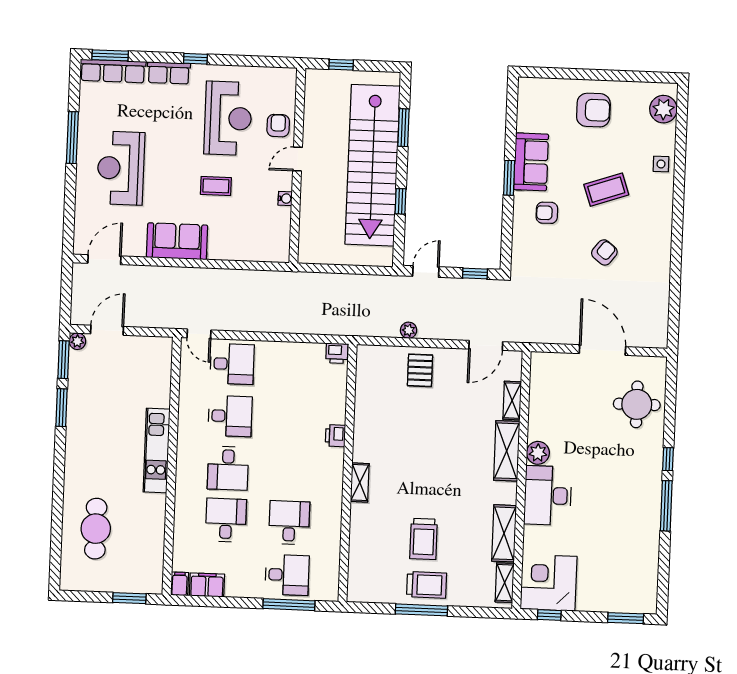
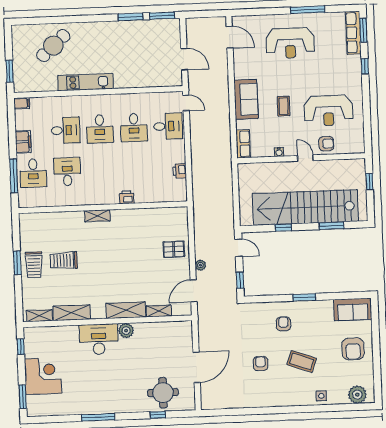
window: (195, 59) -> (365, 66), moved
row of seats: (169, 73) -> (243, 144), moved, turned 180
sofa: (531, 162) -> (353, 309), moved
reception desk: (121, 168) -> (290, 43), turned 180
coffee table: (606, 190) -> (302, 361), turned -51
sofa: (177, 241) -> (246, 99), moved
armchair: (604, 252) -> (260, 364), turned -128
door: (107, 330) -> (184, 59), moved
plant: (409, 330) -> (200, 265), moved
door: (199, 334) -> (186, 103), swing flipped
plant: (77, 341) -> (175, 24), removed
door: (486, 345) -> (194, 291), hinge flipped
printer: (337, 353) -> (180, 171), moved
desk: (232, 364) -> (168, 126), turned -90
kitchen unit: (157, 450) -> (85, 82), moved
window: (668, 459) -> (158, 415), moved
desk: (228, 468) -> (100, 129), turned -90
desk: (289, 523) -> (67, 172), turned -90
cafe table: (96, 529) -> (53, 46), turned -42
corner desk: (549, 583) -> (43, 376), moved
filing cabinet: (207, 585) -> (23, 142), moved
window: (421, 610) -> (17, 263), width x0.69

